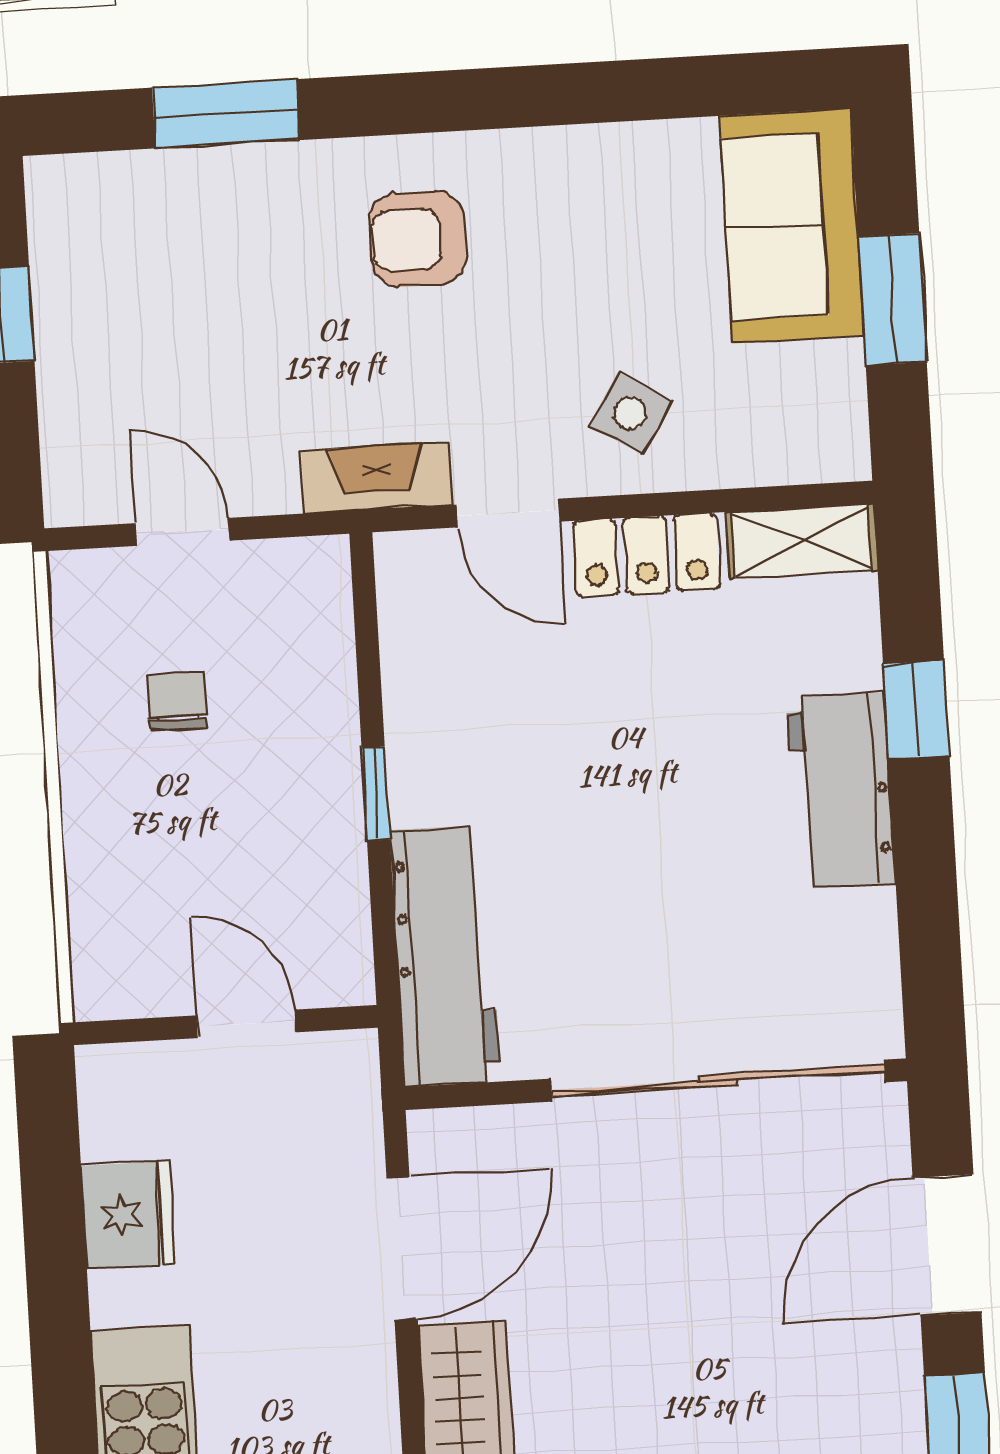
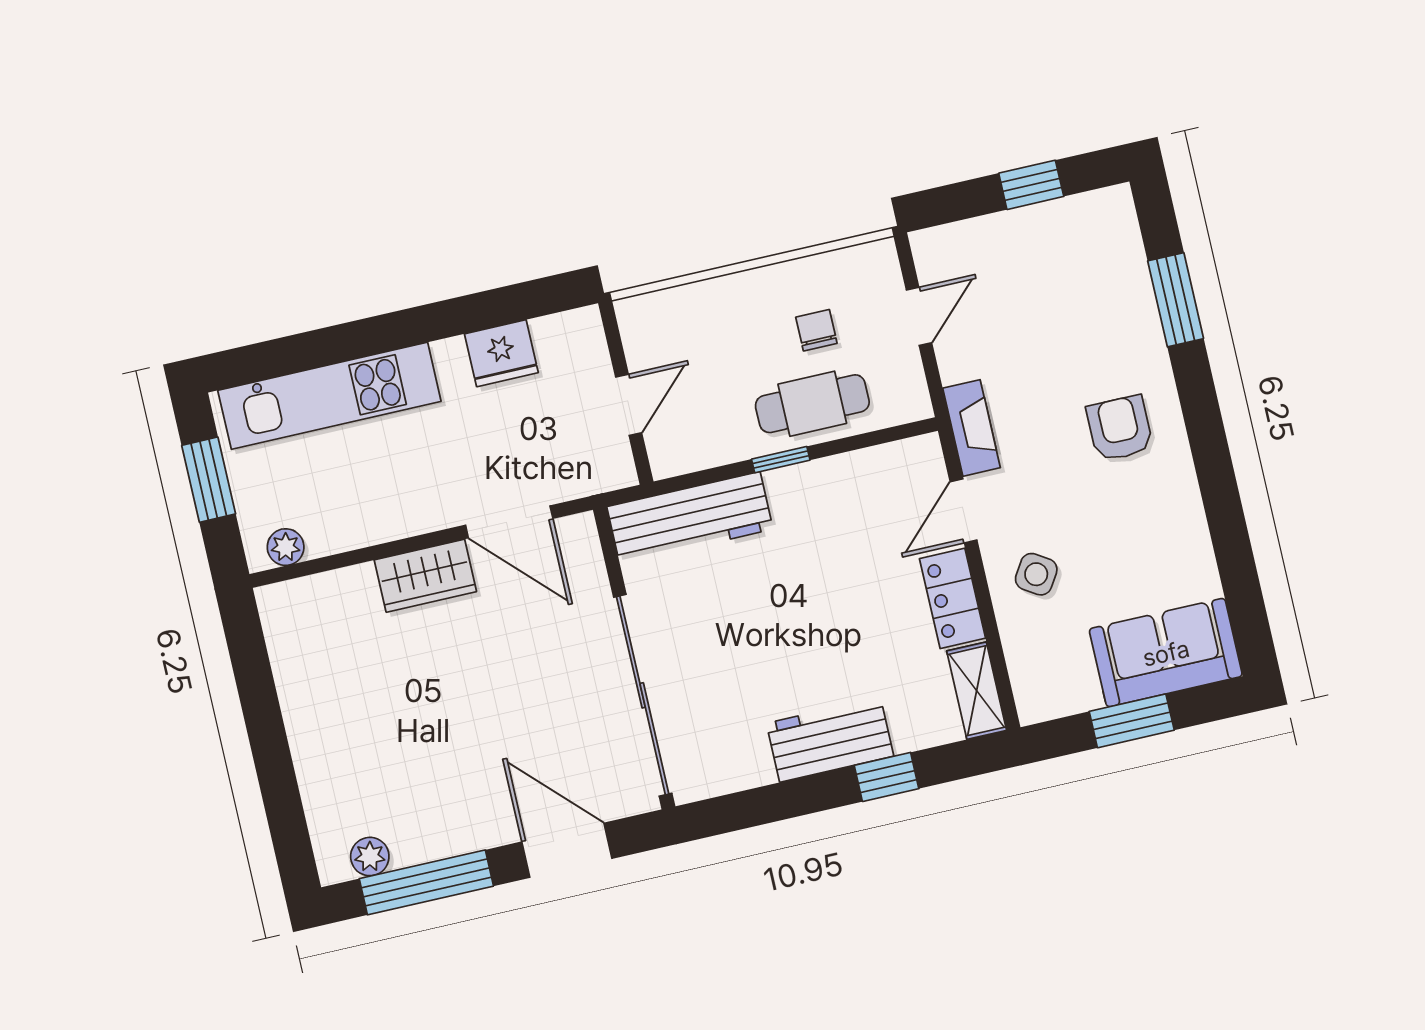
chair: (177, 701) -> (816, 330), turned -90
cafe table: (294, 728) -> (812, 404), added

